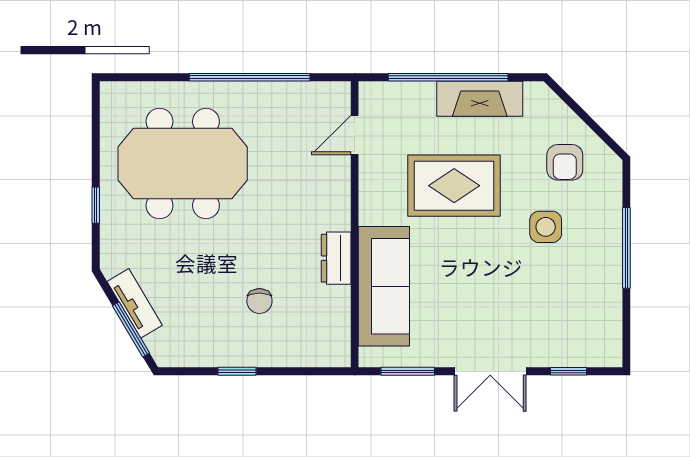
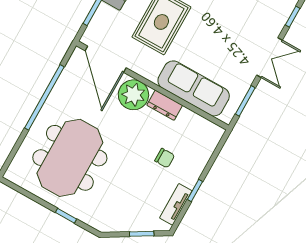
door: (355, 135) -> (106, 59), width x1.88
plant: (326, 204) -> (133, 95), added
tv unit: (135, 303) -> (176, 204), moved, turned -59
window: (131, 329) -> (142, 234), width x0.67

